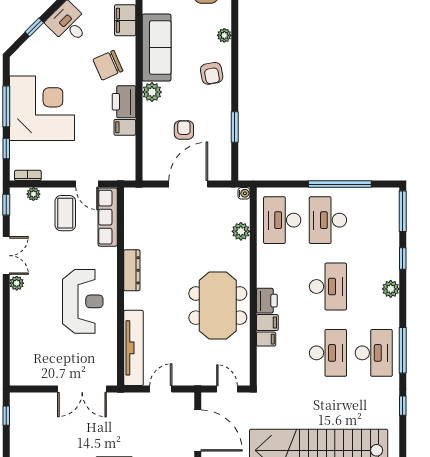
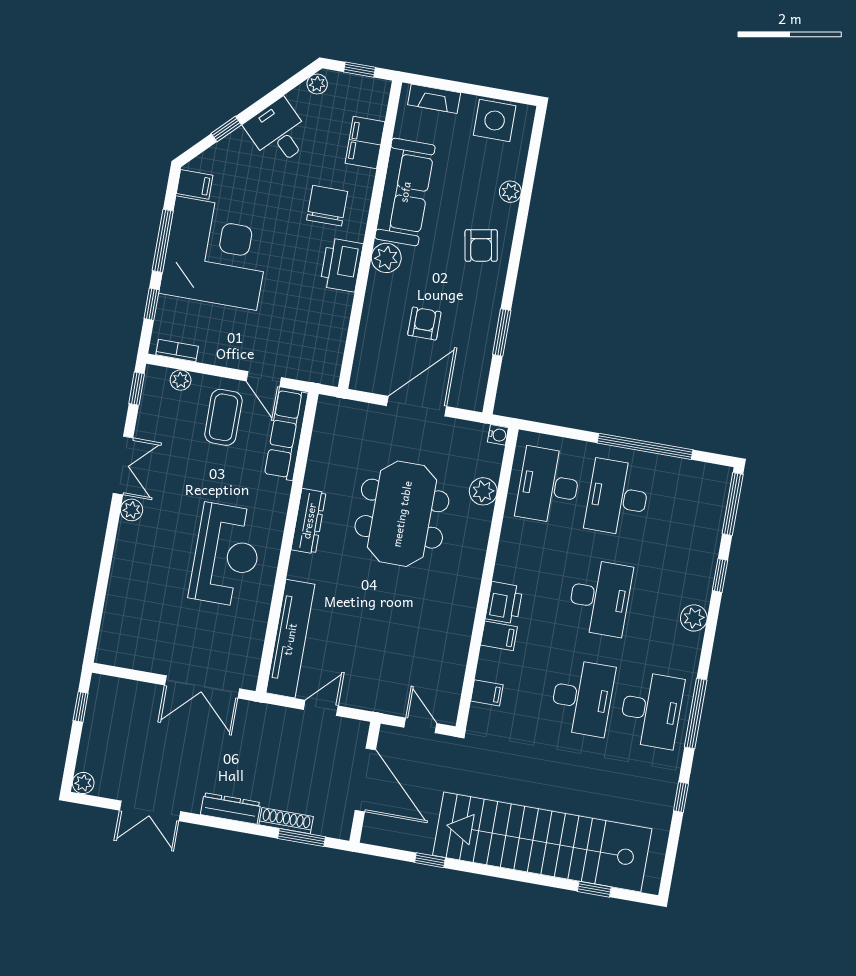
chair: (108, 65) -> (327, 206), turned 114
filing cabinet: (125, 127) -> (195, 184), moved, turned 180
meeting table: (218, 306) -> (402, 514), moved
filing cabinet: (266, 339) -> (487, 693), moved

